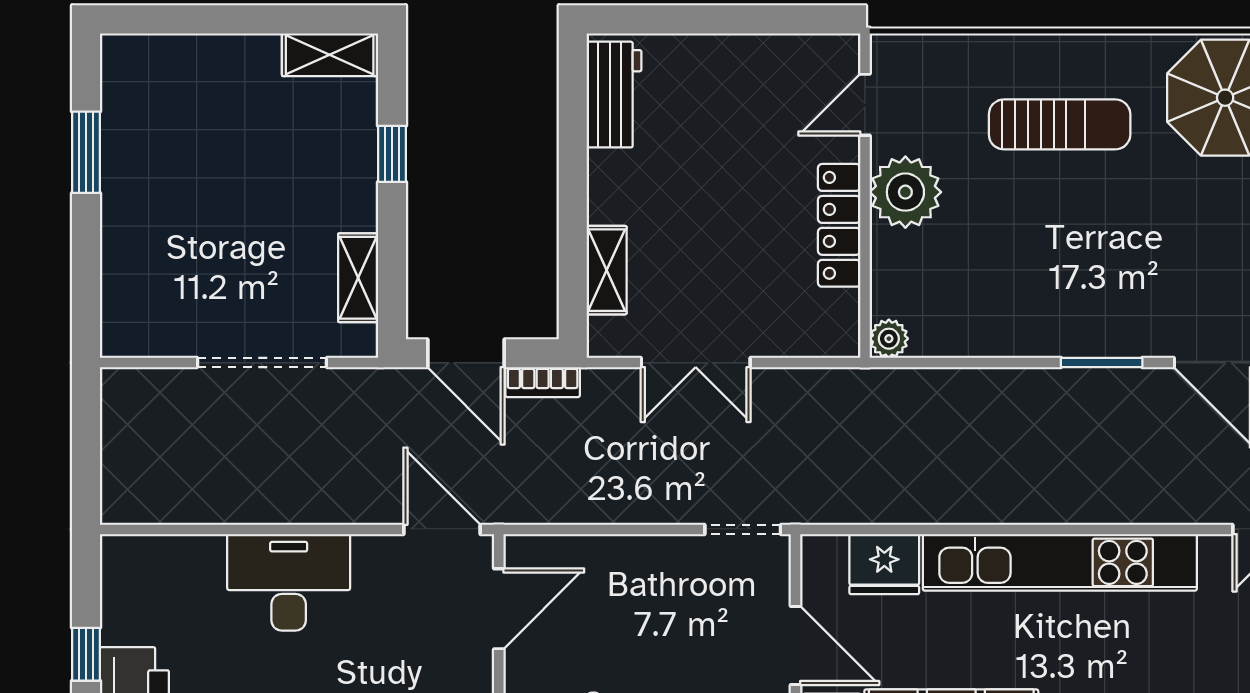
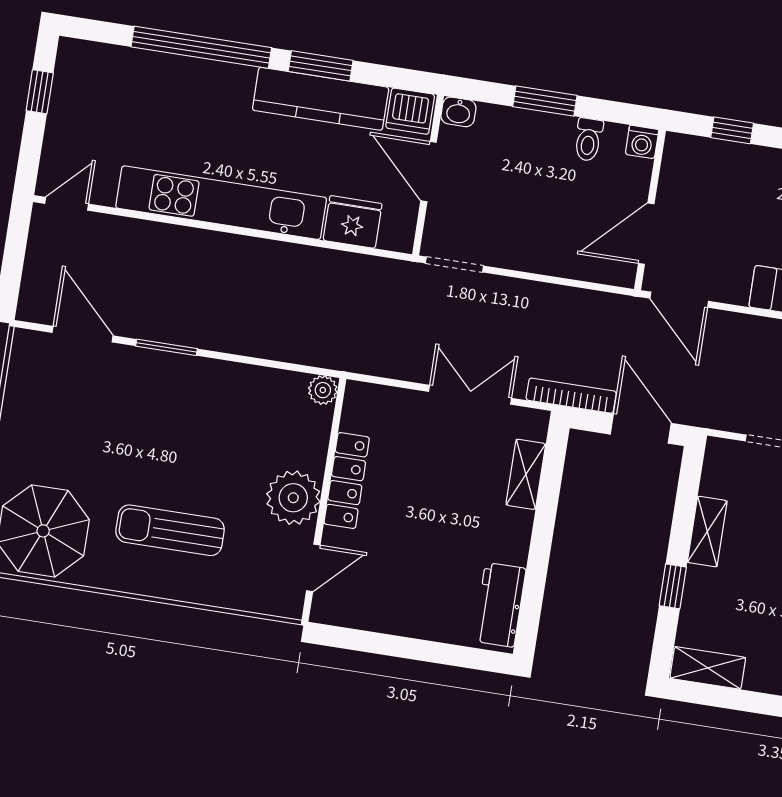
shelving: (358, 278) -> (707, 532), moved
bookcase: (543, 382) -> (571, 396), width x1.56

